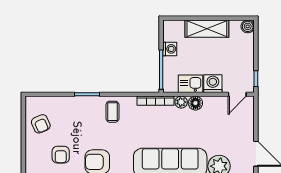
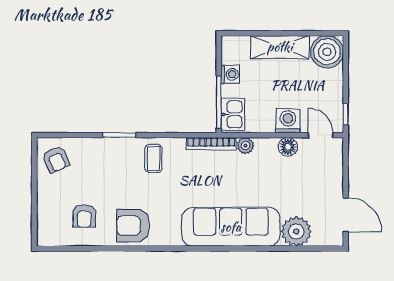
boiler: (248, 26) -> (327, 52), width x1.86, depth x1.86
kitchen sink: (191, 84) -> (233, 114), moved, turned 90
door: (237, 94) -> (321, 135), swing flipped
floor lamp: (195, 103) -> (288, 147), moved
armchair: (41, 124) -> (56, 159), moved

